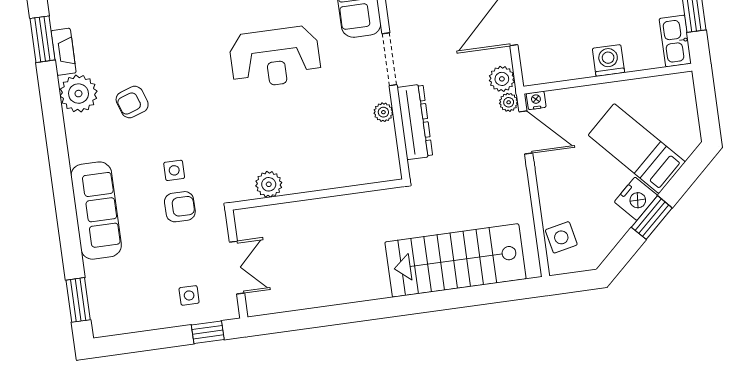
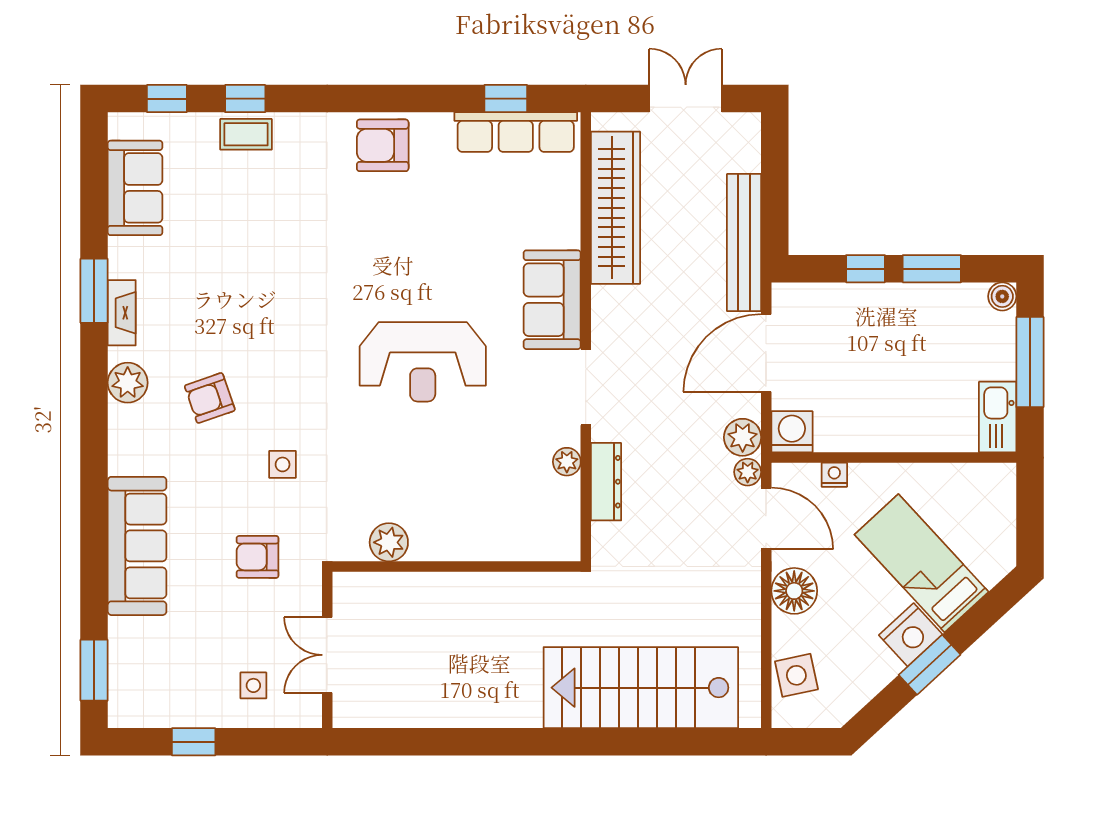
washing machine: (608, 60) -> (792, 432), moved
plant: (79, 94) -> (128, 383), width x0.73, depth x0.73
nightstand: (536, 100) -> (834, 475), moved
dresser: (415, 122) -> (606, 482), width x0.73, depth x0.80
side table: (174, 170) -> (283, 464), moved
floor lamp: (552, 180) -> (794, 591), added
armchair: (180, 207) -> (258, 557), turned 180
double door: (237, 268) -> (327, 655), swing flipped
window: (208, 332) -> (194, 742), moved

